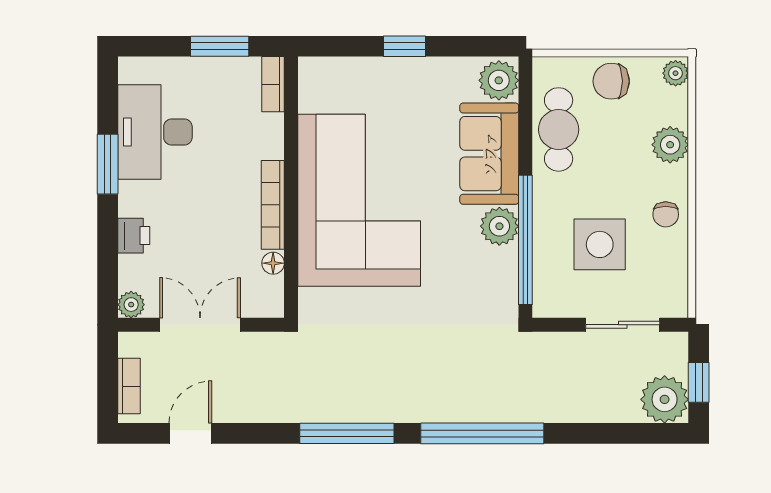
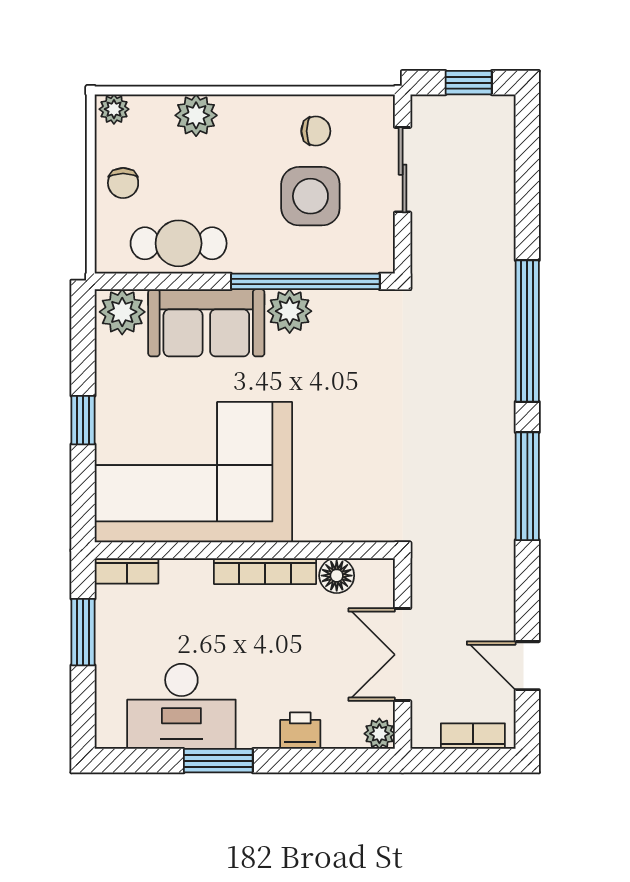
chair: (611, 81) -> (123, 183), width x0.73, depth x0.73
corner sofa: (359, 200) -> (193, 472), moved
chair: (666, 214) -> (316, 131), moved
floor lamp: (273, 263) -> (337, 576), width x1.37, depth x1.37
plant: (665, 399) -> (488, 122), removed

